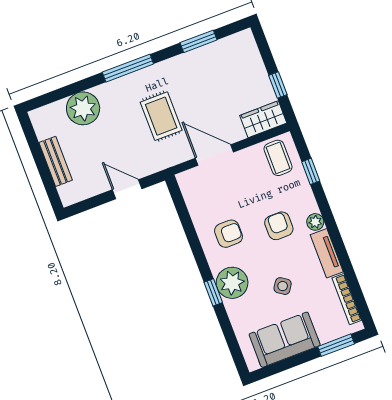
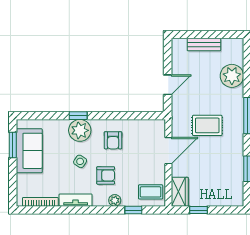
plant: (315, 222) -> (115, 200), moved
side table: (283, 286) -> (80, 161), moved
window: (336, 345) -> (13, 145), moved

